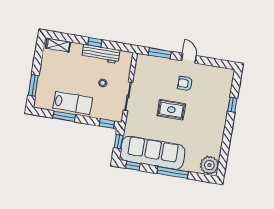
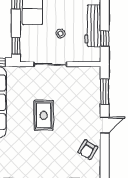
window: (95, 42) -> (105, 38), moved
armchair: (185, 83) -> (88, 150), moved, turned -149

